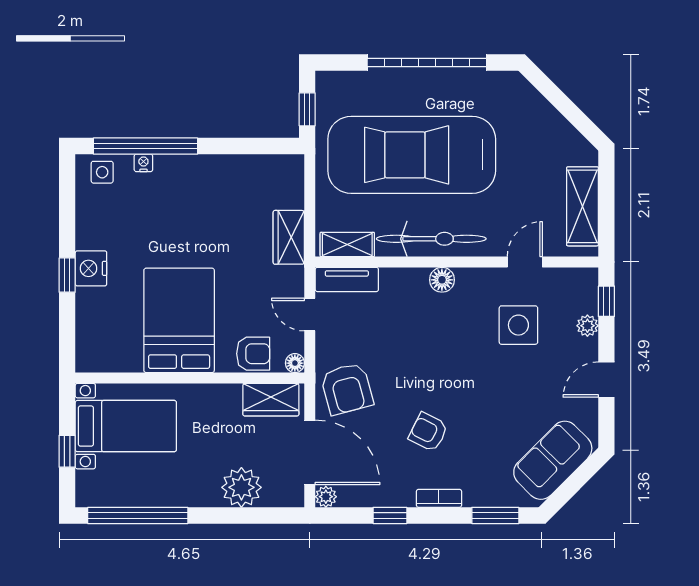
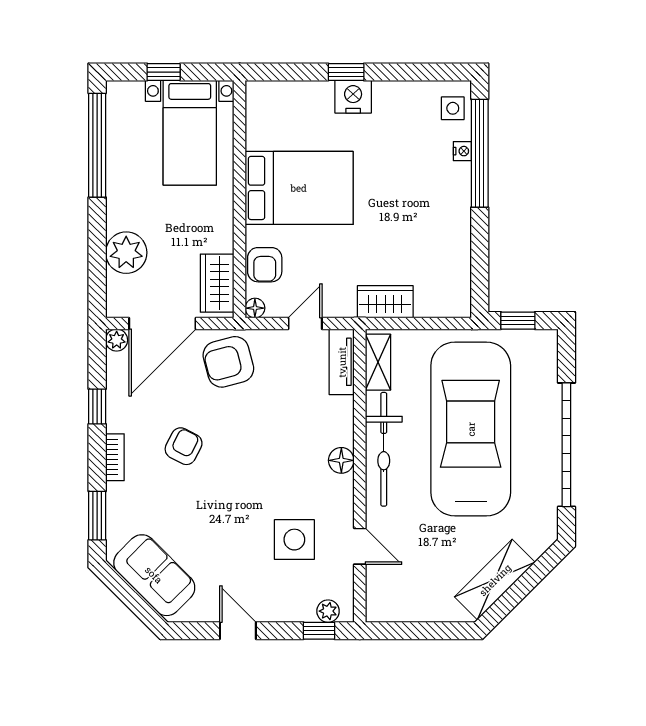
shelving: (583, 206) -> (495, 580), moved, turned -45
plant: (587, 326) -> (328, 611), moved

